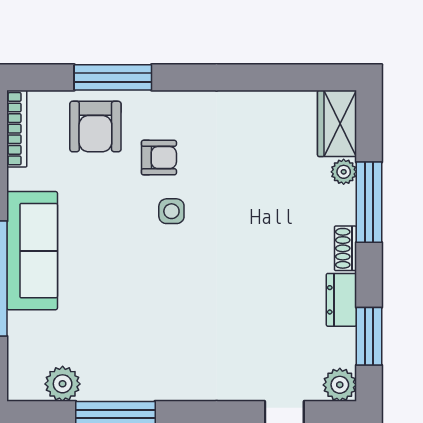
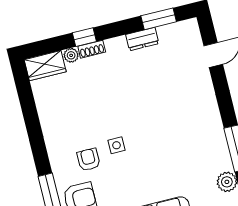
window: (369, 202) -> (84, 37), width x0.46
shoe rack: (345, 248) -> (92, 49), moved
plant: (340, 385) -> (189, 28), removed

